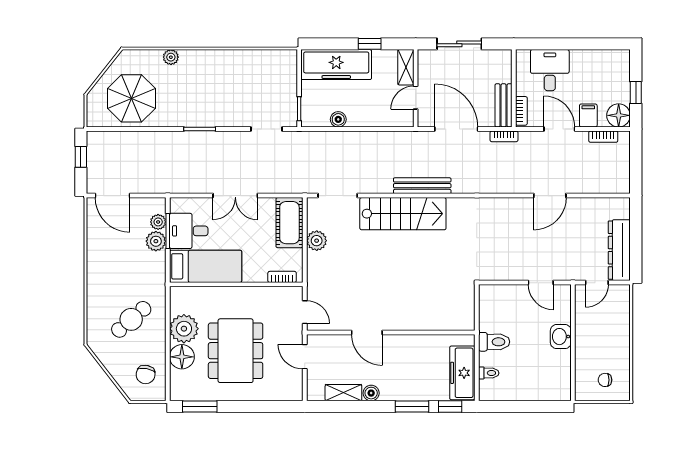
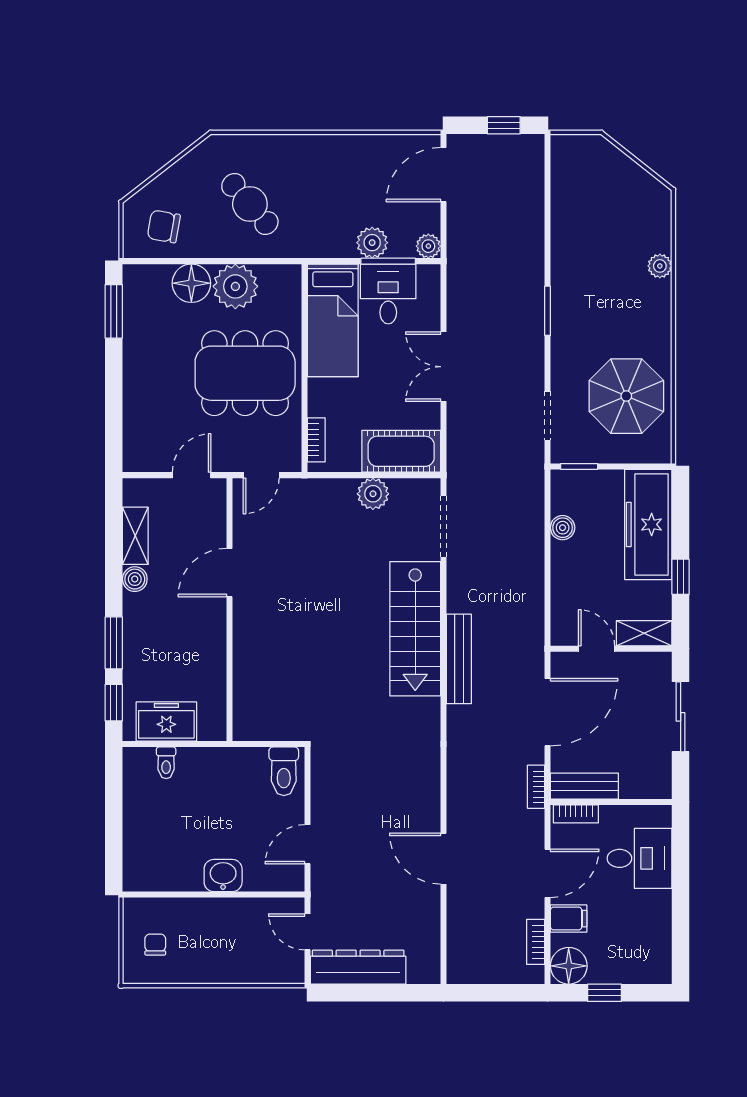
parasol: (131, 98) -> (626, 396), moved
plant: (158, 222) -> (428, 246), moved
toilet: (494, 342) -> (284, 771), moved
dining table: (236, 351) -> (245, 373), moved
freezer: (462, 373) -> (166, 722), width x0.71

